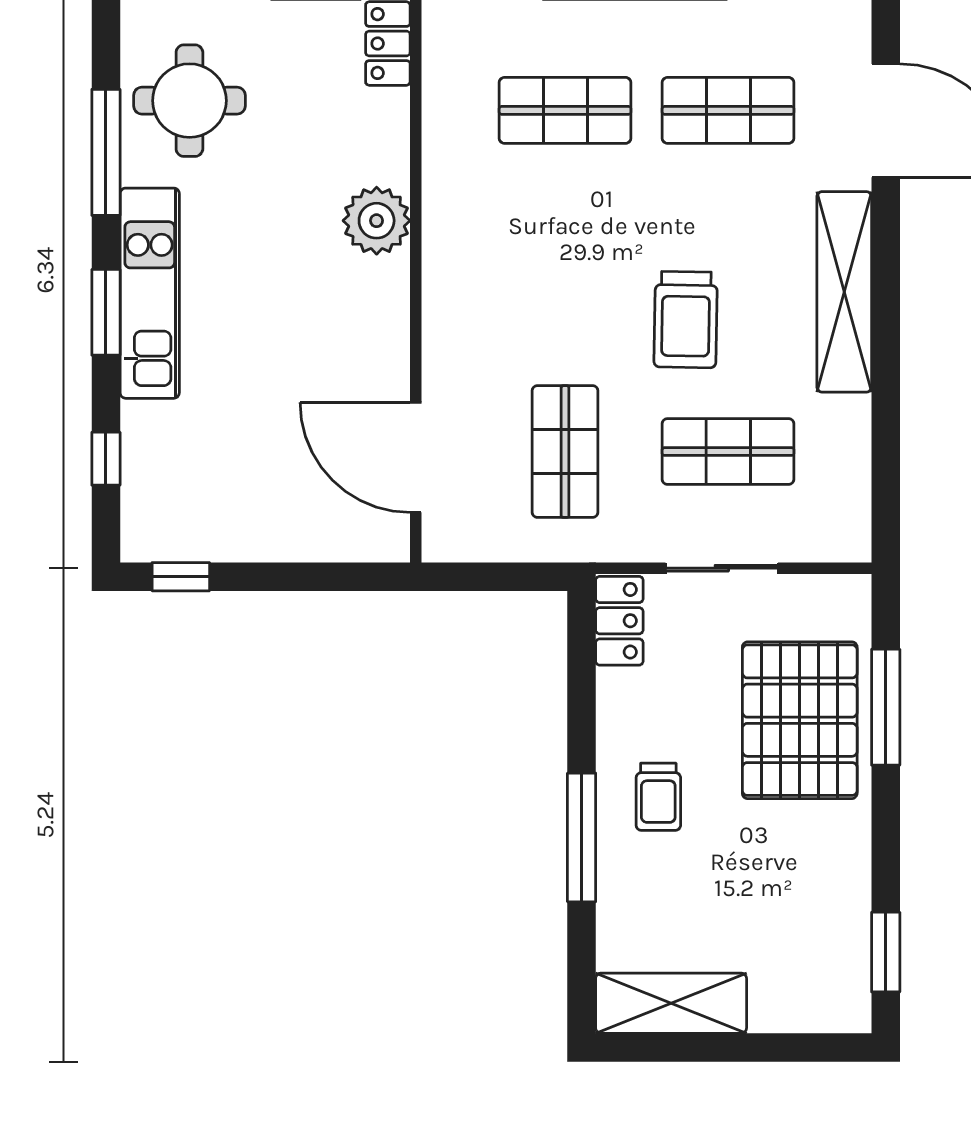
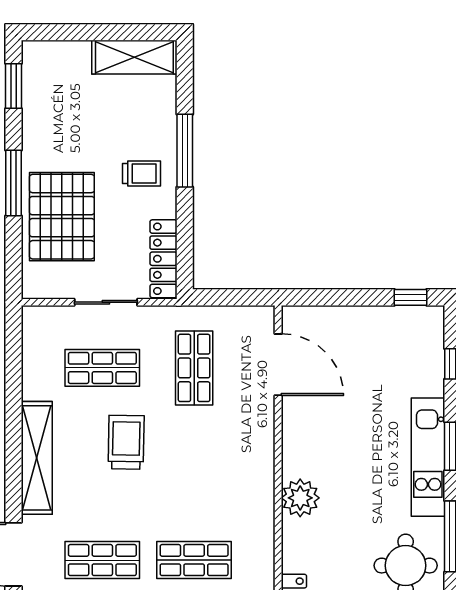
locker: (619, 621) -> (163, 259), width x1.53
window: (886, 707) -> (13, 183), moved
trolley: (658, 797) -> (142, 173), turned 90

